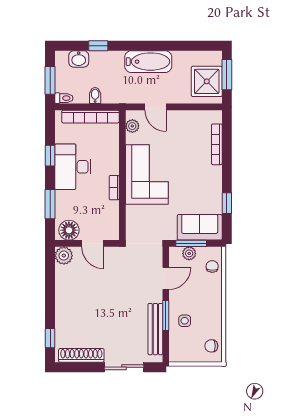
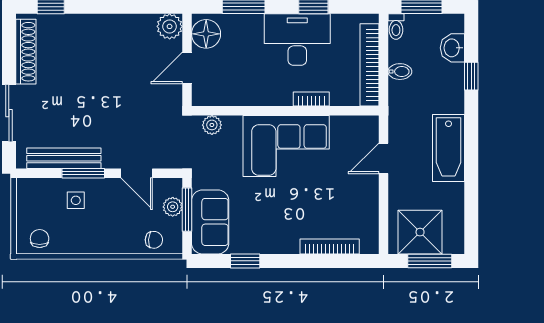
plant: (132, 126) -> (212, 125), moved
bookcase: (114, 188) -> (311, 99), moved

